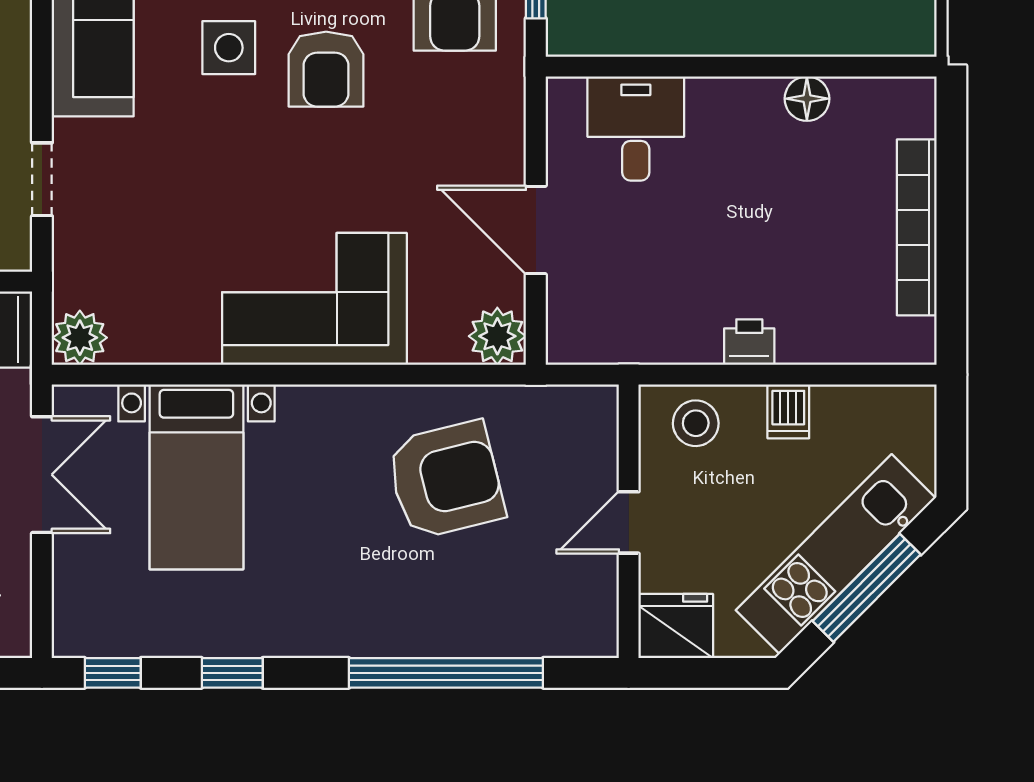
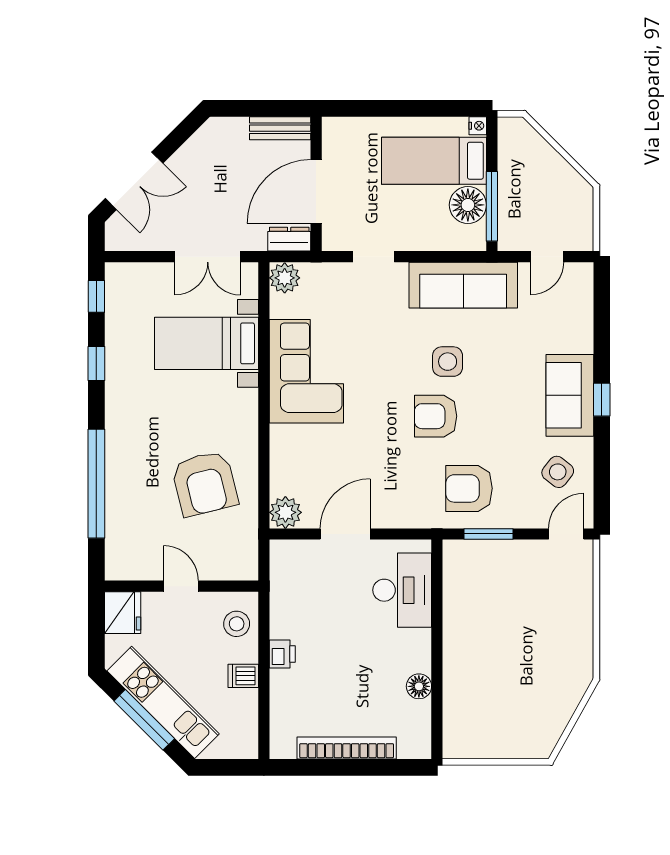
desk: (636, 128) -> (402, 590), width x1.37
corner sofa: (314, 299) -> (306, 371), moved

